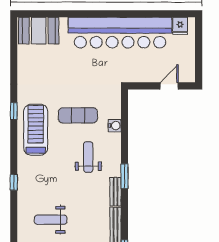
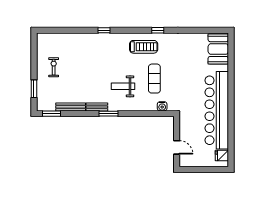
water cooler: (115, 126) -> (162, 106), moved
treadmill: (36, 130) -> (144, 47), width x0.73, depth x0.73
weight bench: (88, 157) -> (123, 86), turned 180
weight bench: (51, 220) -> (76, 58), removed

